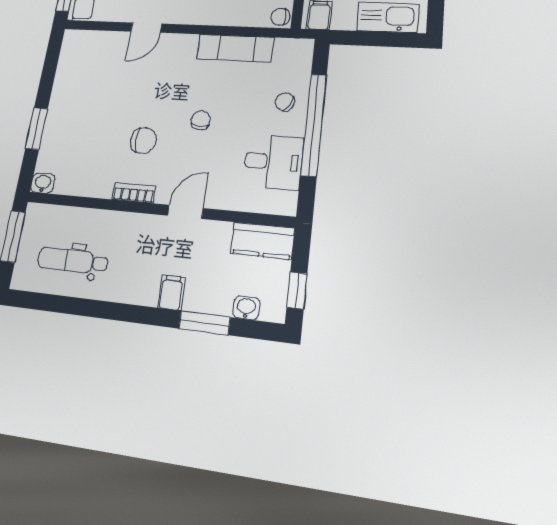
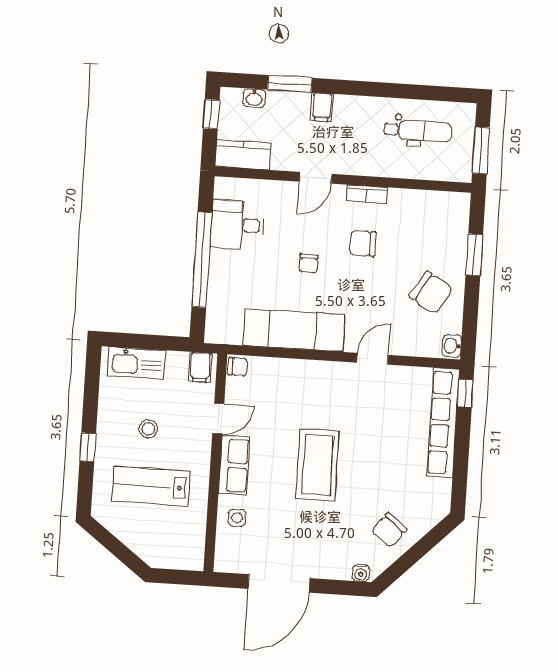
exam couch: (235, 48) -> (294, 330), width x1.36, depth x1.45
chair: (285, 102) -> (431, 293), moved, width x1.87, depth x1.87
washbasin: (43, 183) -> (452, 346), moved, turned 90

